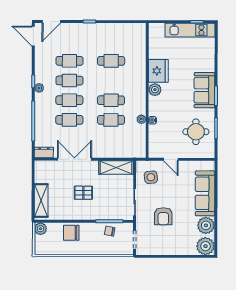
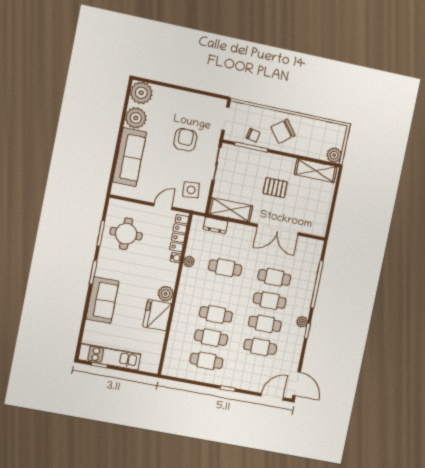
cafe table: (111, 41) -> (207, 361), added
sofa: (204, 90) -> (102, 300), moved
cafe table: (111, 100) -> (216, 314), moved
locker: (154, 141) -> (179, 233), added
dresser: (44, 153) -> (215, 225), moved
door: (171, 159) -> (163, 207), hinge flipped
shelving: (41, 201) -> (316, 171), moved, turned 90
chair: (71, 233) -> (283, 131), moved, turned 143

